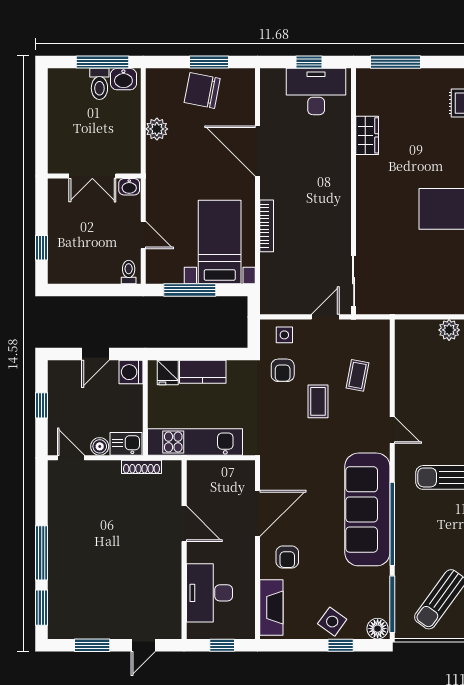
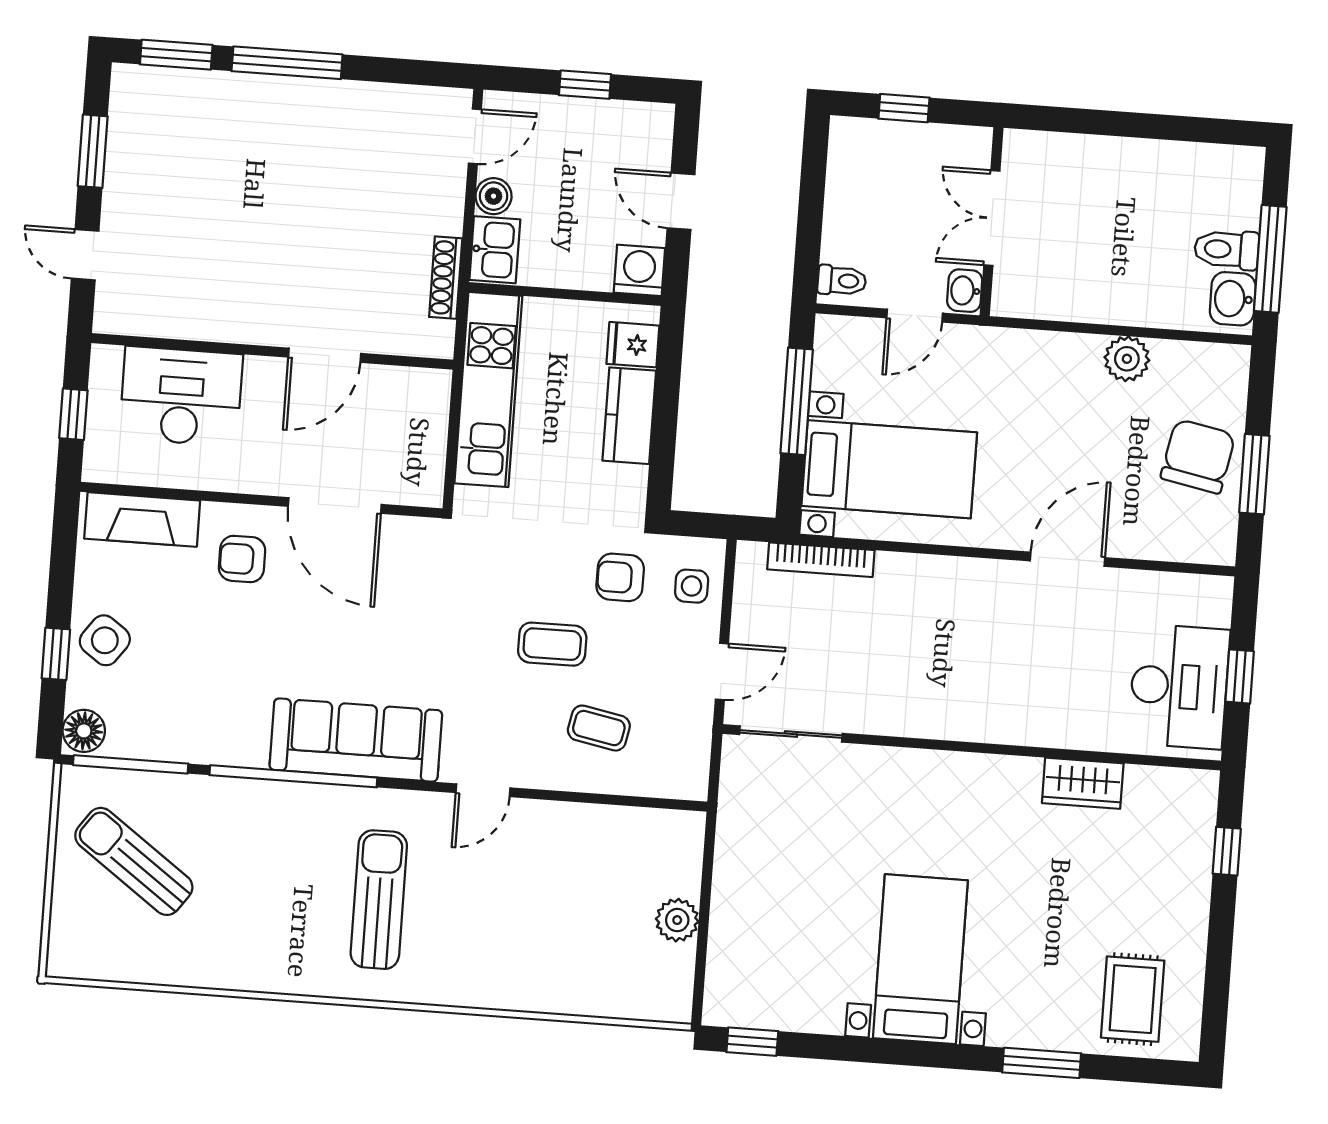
window: (395, 62) -> (1227, 851), width x0.46
door: (258, 151) -> (1068, 559), width x0.73
double door: (92, 176) -> (992, 218), moved
wall: (94, 176) -> (992, 222), moved
washbasin: (129, 187) -> (965, 291), moved
bookcase: (267, 226) -> (821, 560), moved
door: (325, 317) -> (722, 671), hinge flipped
sofa: (367, 509) -> (356, 740), width x0.74, depth x0.79

